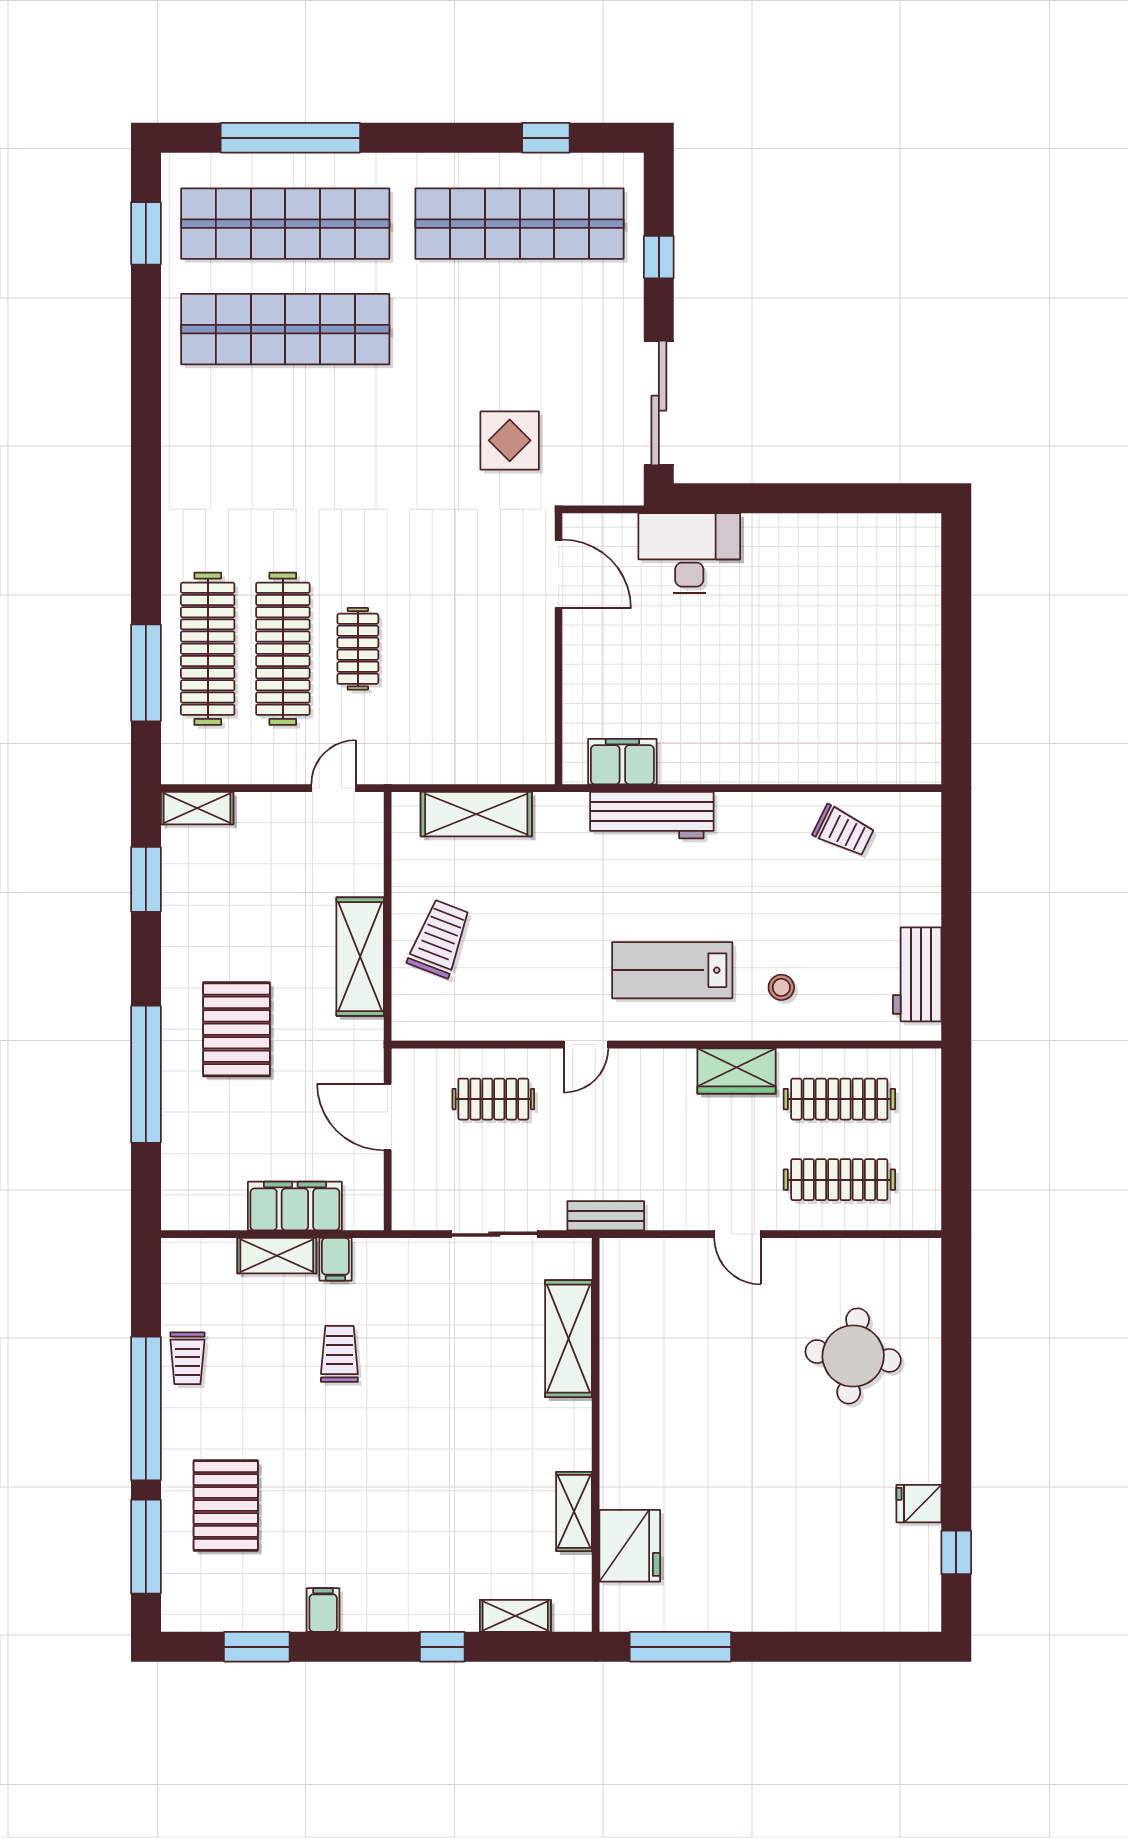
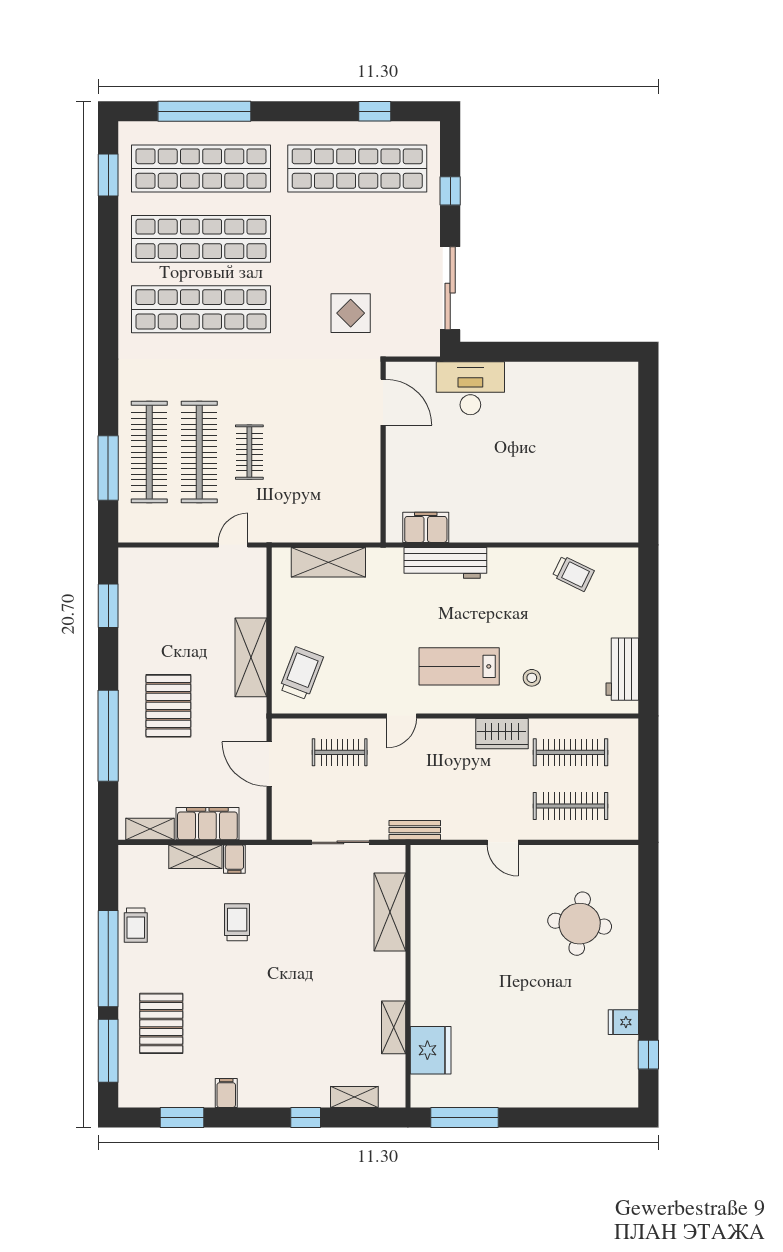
shop shelf: (285, 435) -> (201, 309), added
shelving: (197, 808) -> (150, 829), moved
trolley: (439, 939) -> (301, 673), moved

